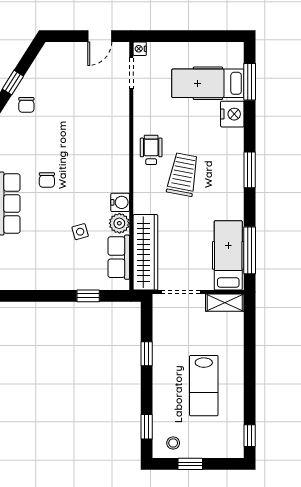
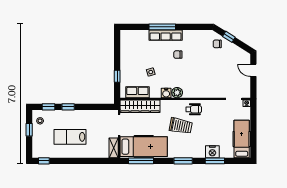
door: (100, 36) -> (253, 70), moved
window: (250, 82) -> (215, 161), moved
hospital bed: (208, 83) -> (242, 139), moved
plant: (119, 223) -> (177, 93), moved
hospital bed: (228, 255) -> (144, 147), width x1.37, depth x1.29
window: (147, 354) -> (68, 107), moved

